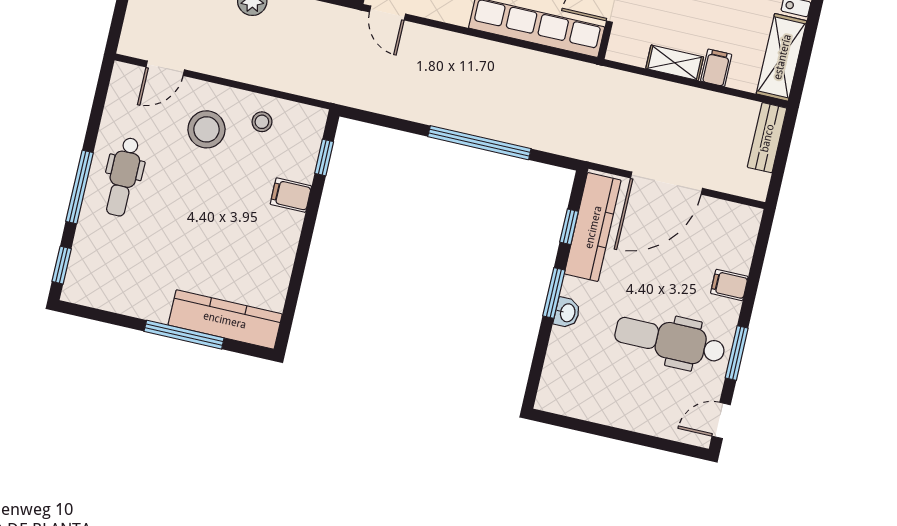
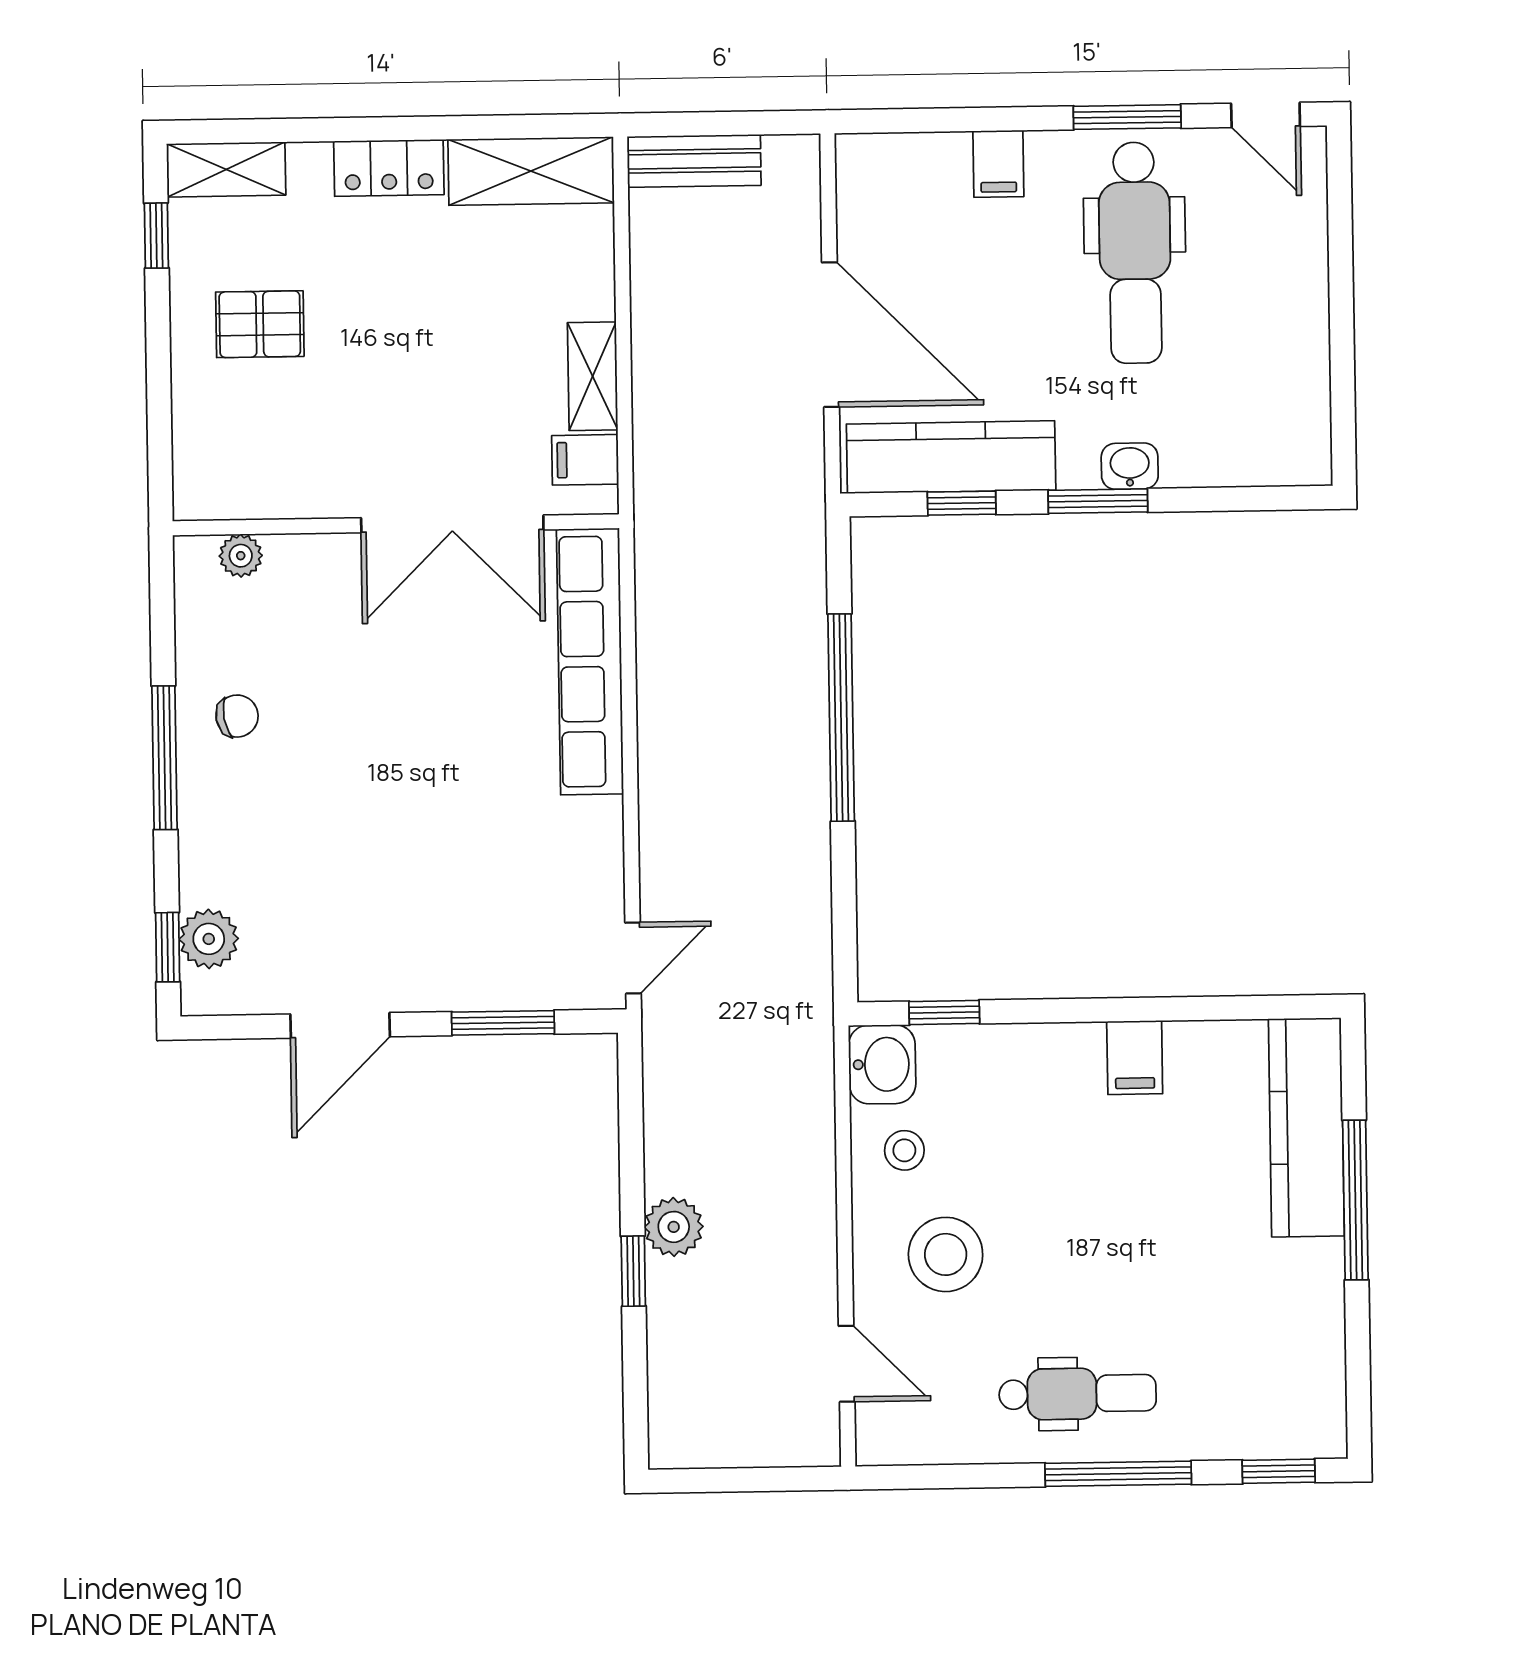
filing cabinet: (716, 68) -> (585, 460), moved
washbasin: (306, 121) -> (882, 1064), added
filing cabinet: (291, 195) -> (1135, 1058), moved

